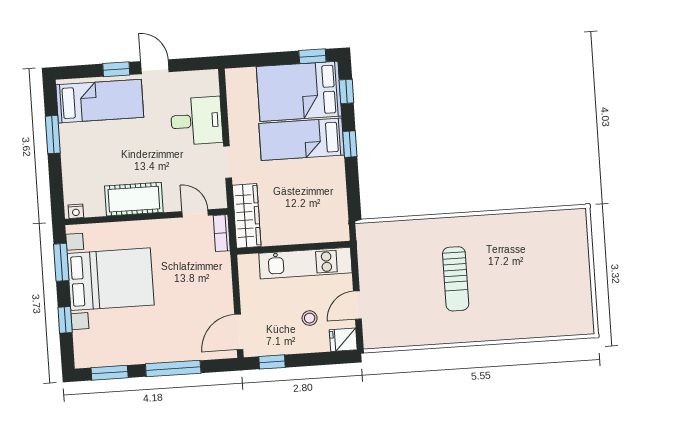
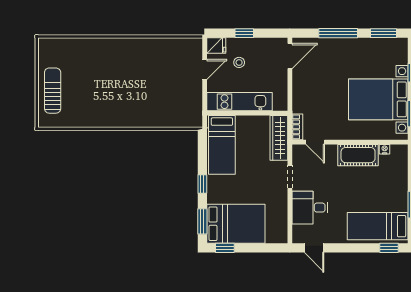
door: (155, 67) -> (314, 248), moved
window: (116, 69) -> (389, 248), moved
window: (346, 91) -> (202, 221), width x1.50
bed: (302, 139) -> (222, 145), moved, turned 90
nightstand: (76, 211) -> (385, 149), moved
sun lounger: (456, 279) -> (53, 91), moved
window: (272, 362) -> (244, 33), moved

